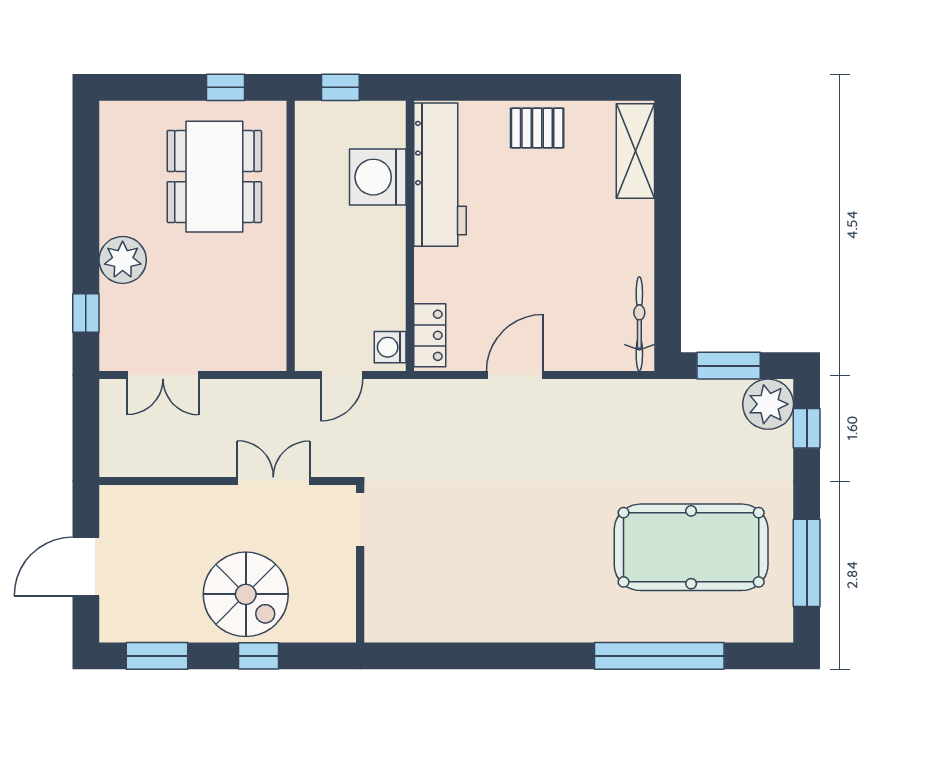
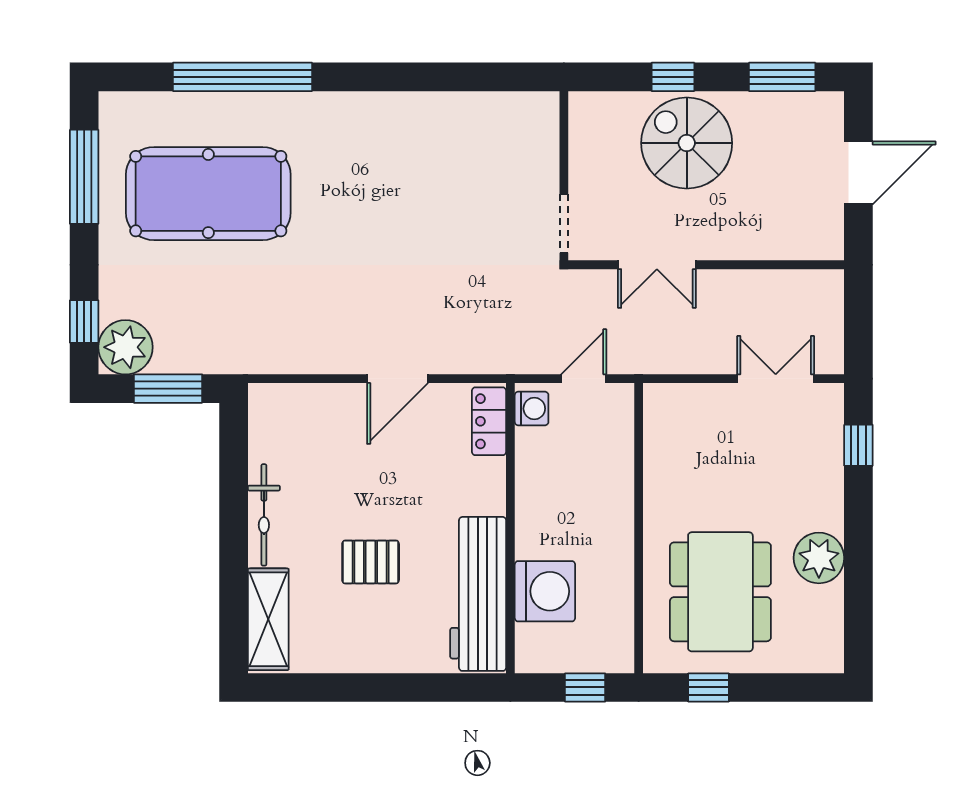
pallet: (537, 128) -> (371, 562), moved
plant: (123, 260) -> (819, 558), moved
bicycle: (639, 324) -> (264, 515), moved

